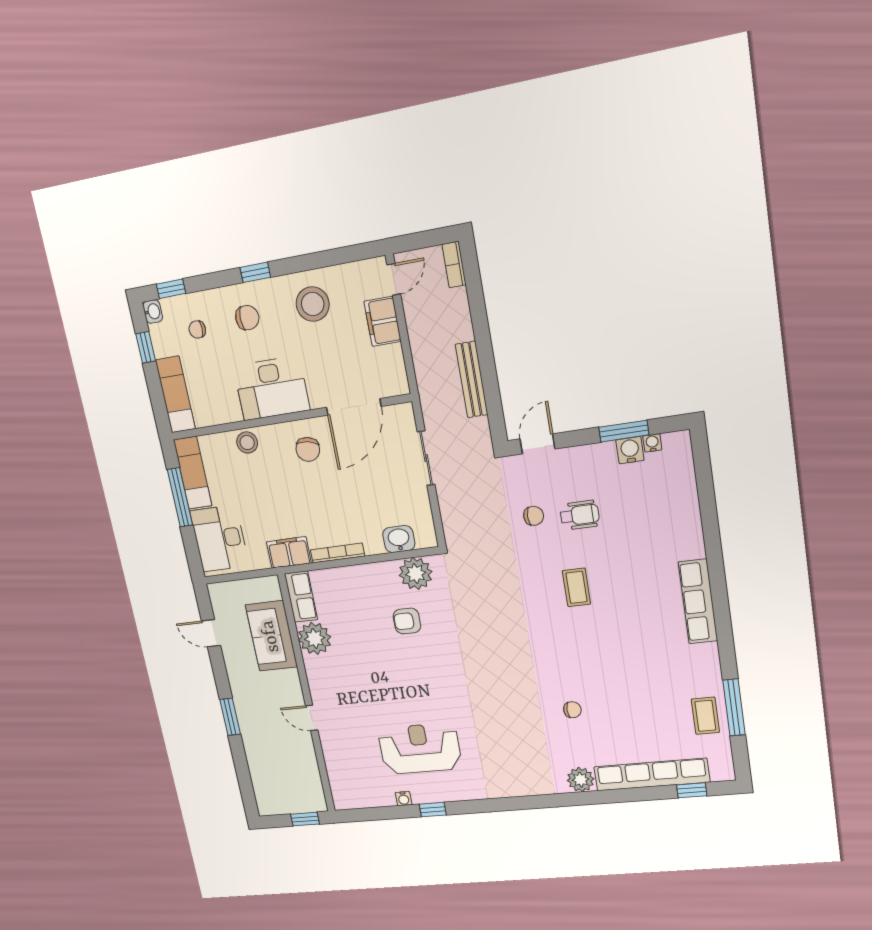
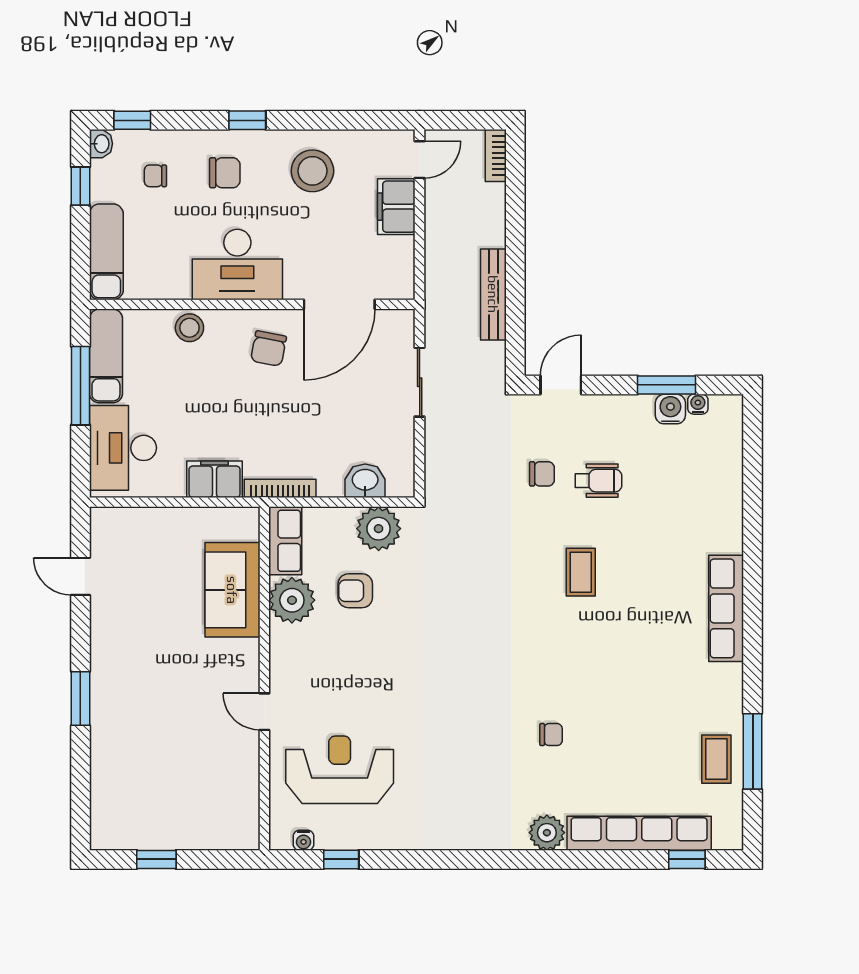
row of seats: (301, 597) -> (285, 541), moved
sofa: (271, 636) -> (232, 590), moved
plant: (315, 638) -> (292, 600), moved
wall: (307, 695) -> (264, 679), moved
door: (312, 718) -> (264, 712), moved

